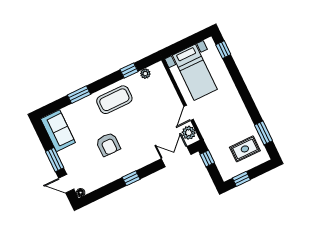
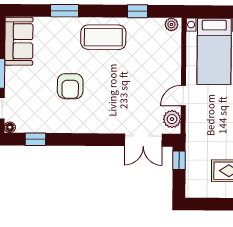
plant: (145, 74) -> (171, 24), moved
double door: (176, 157) -> (143, 140), swing flipped
window: (131, 178) -> (35, 139), moved
window: (241, 179) -> (207, 204), removed

